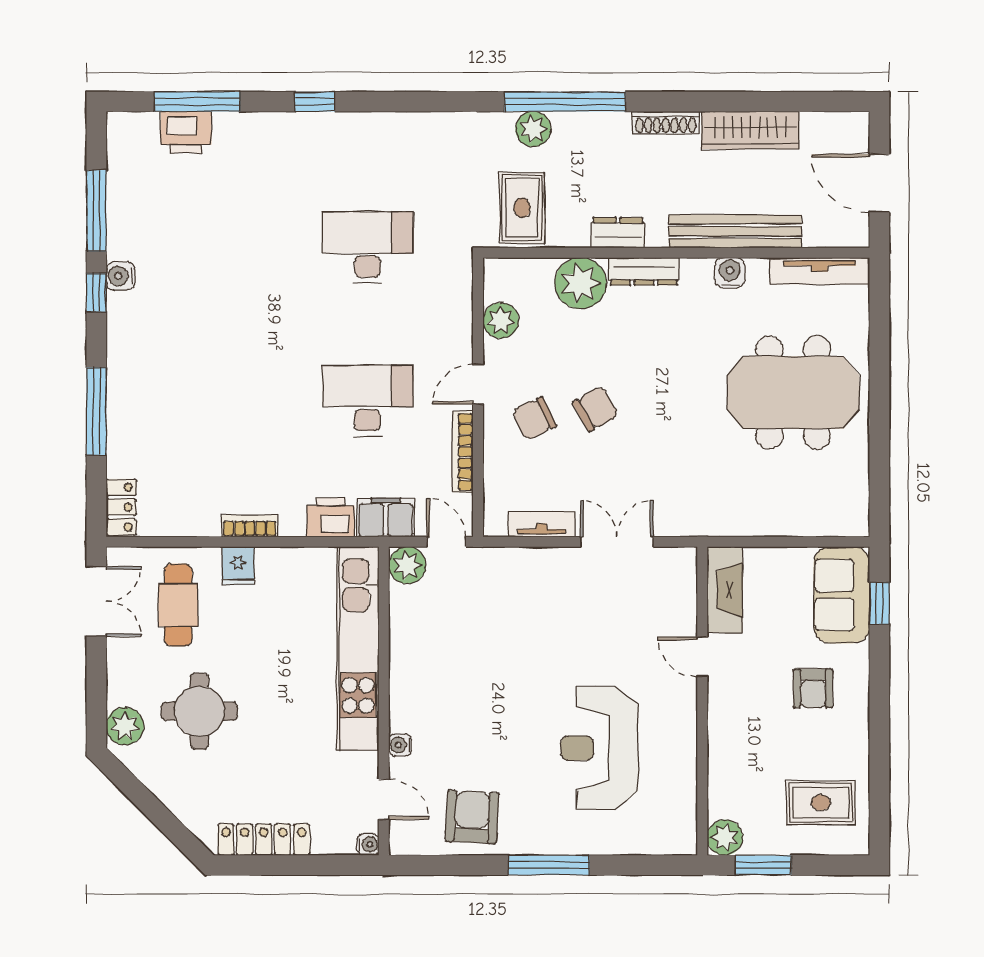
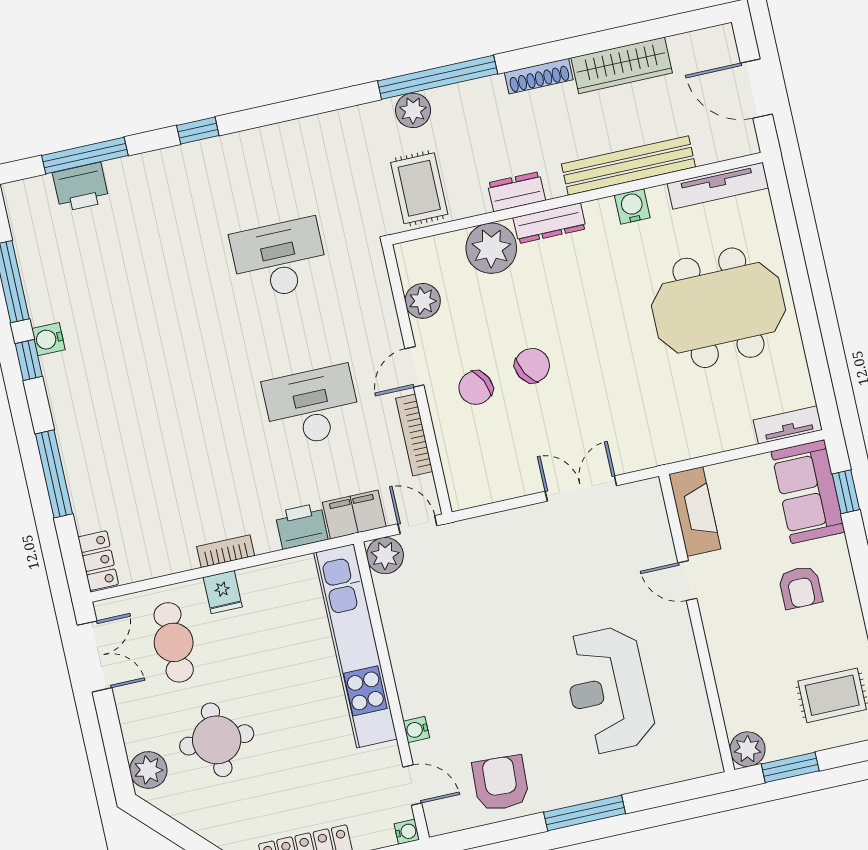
tv unit: (542, 524) -> (788, 425), moved

